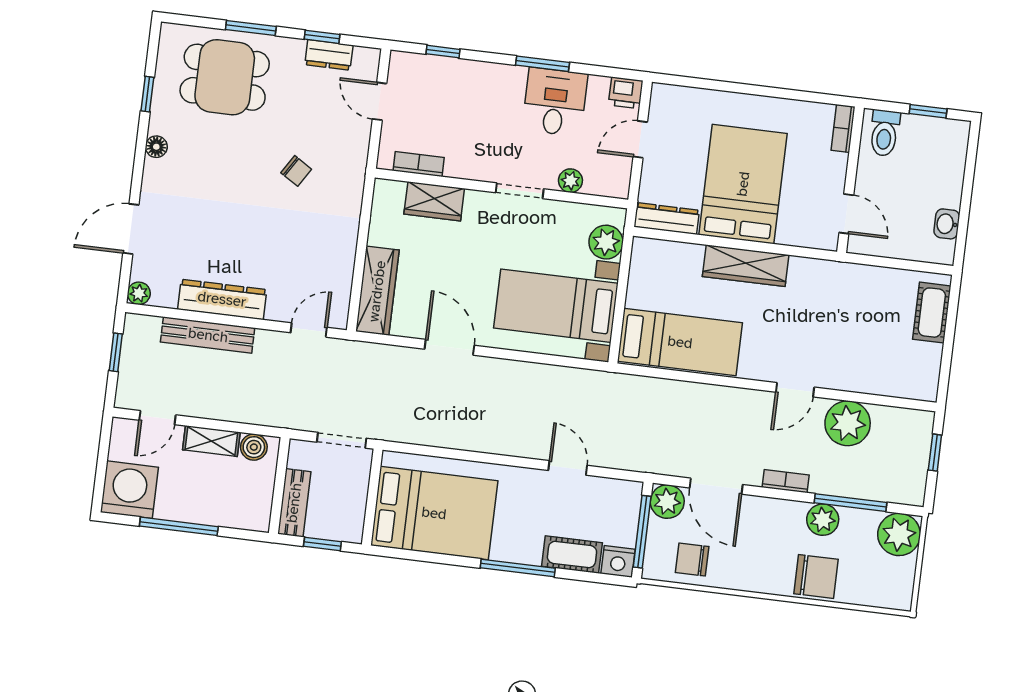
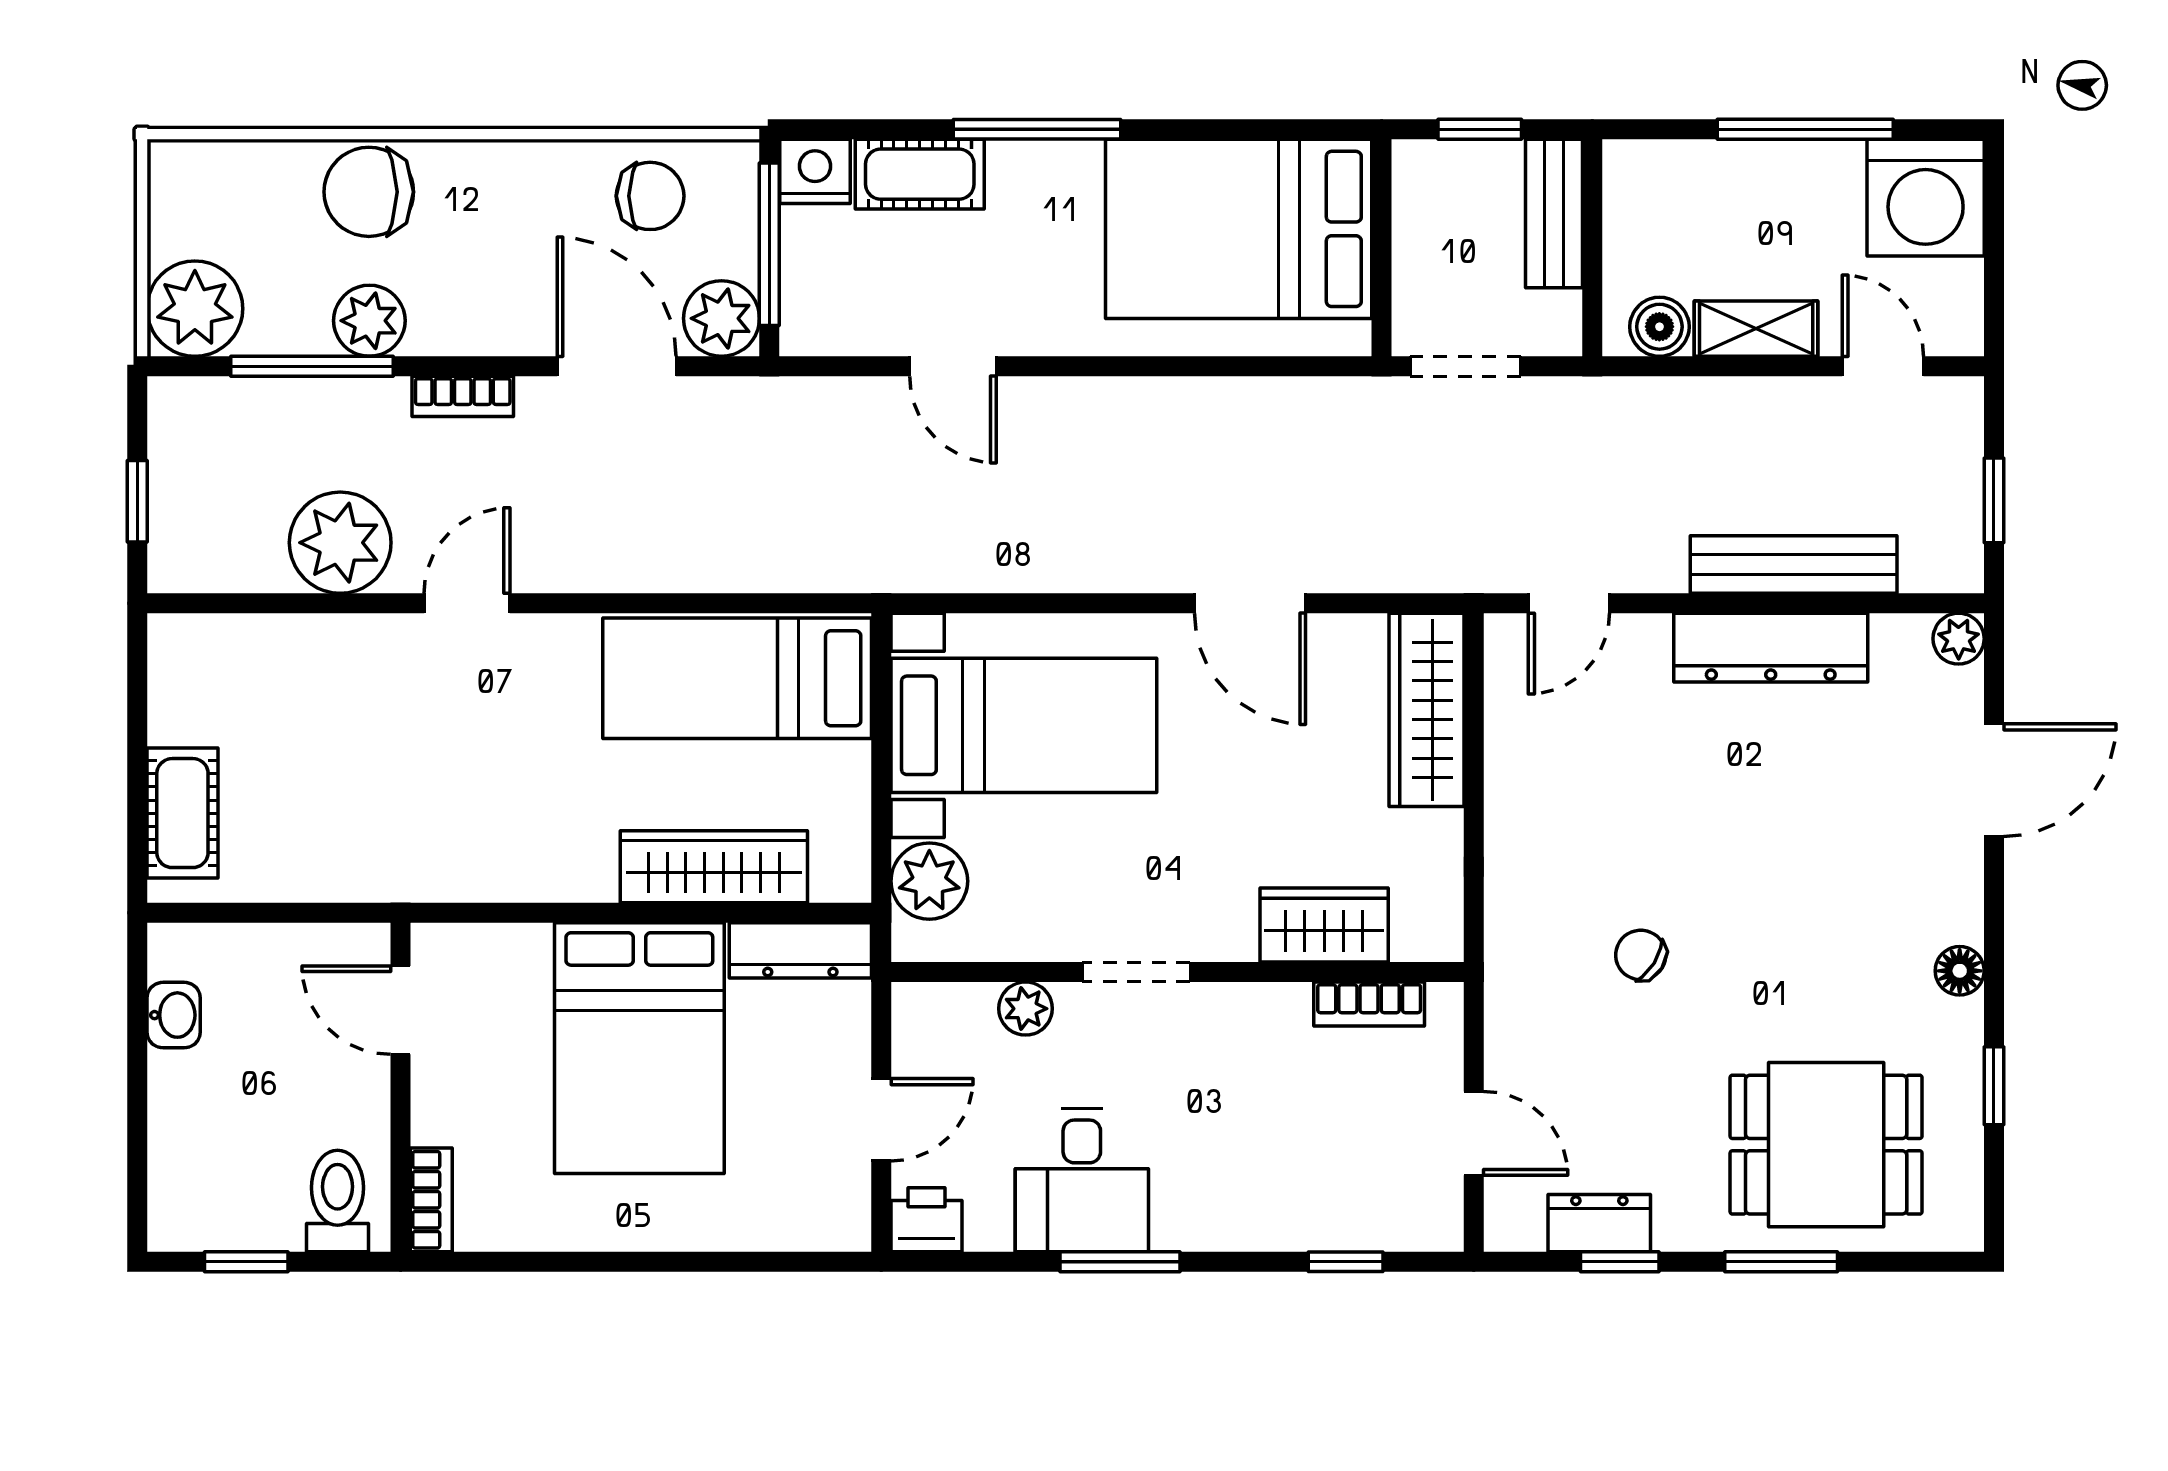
wardrobe: (746, 266) -> (714, 867), moved
door: (157, 418) -> (1883, 366), hinge flipped

